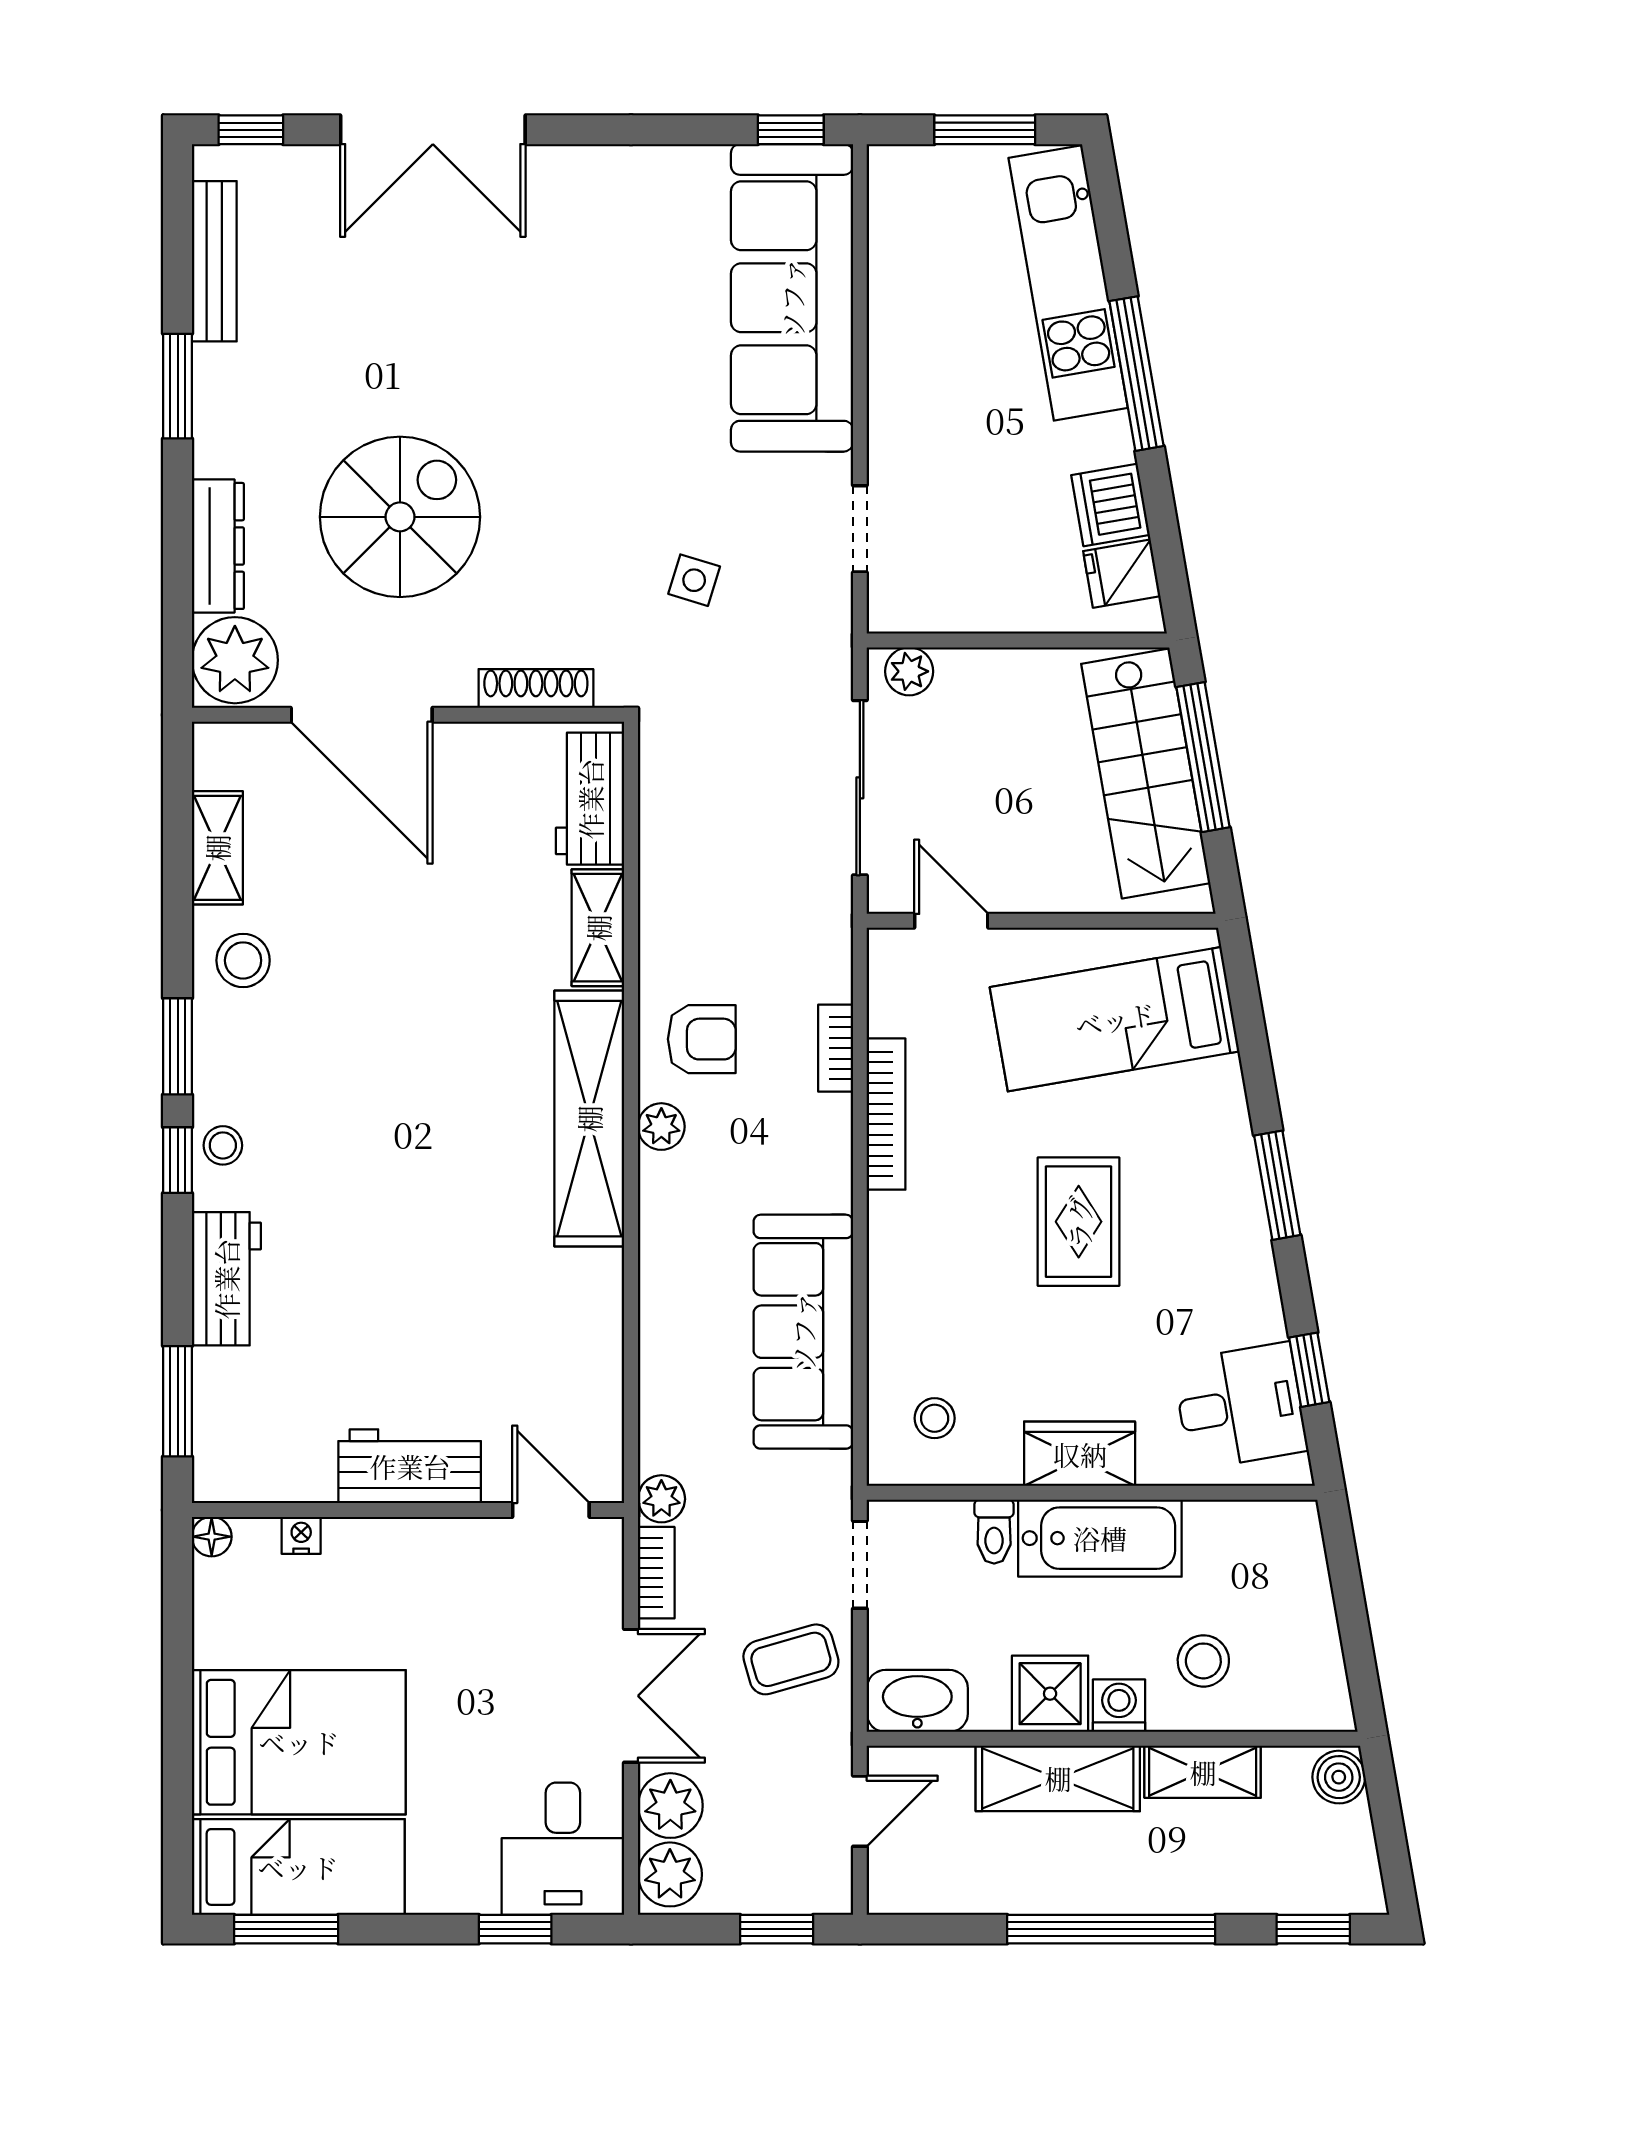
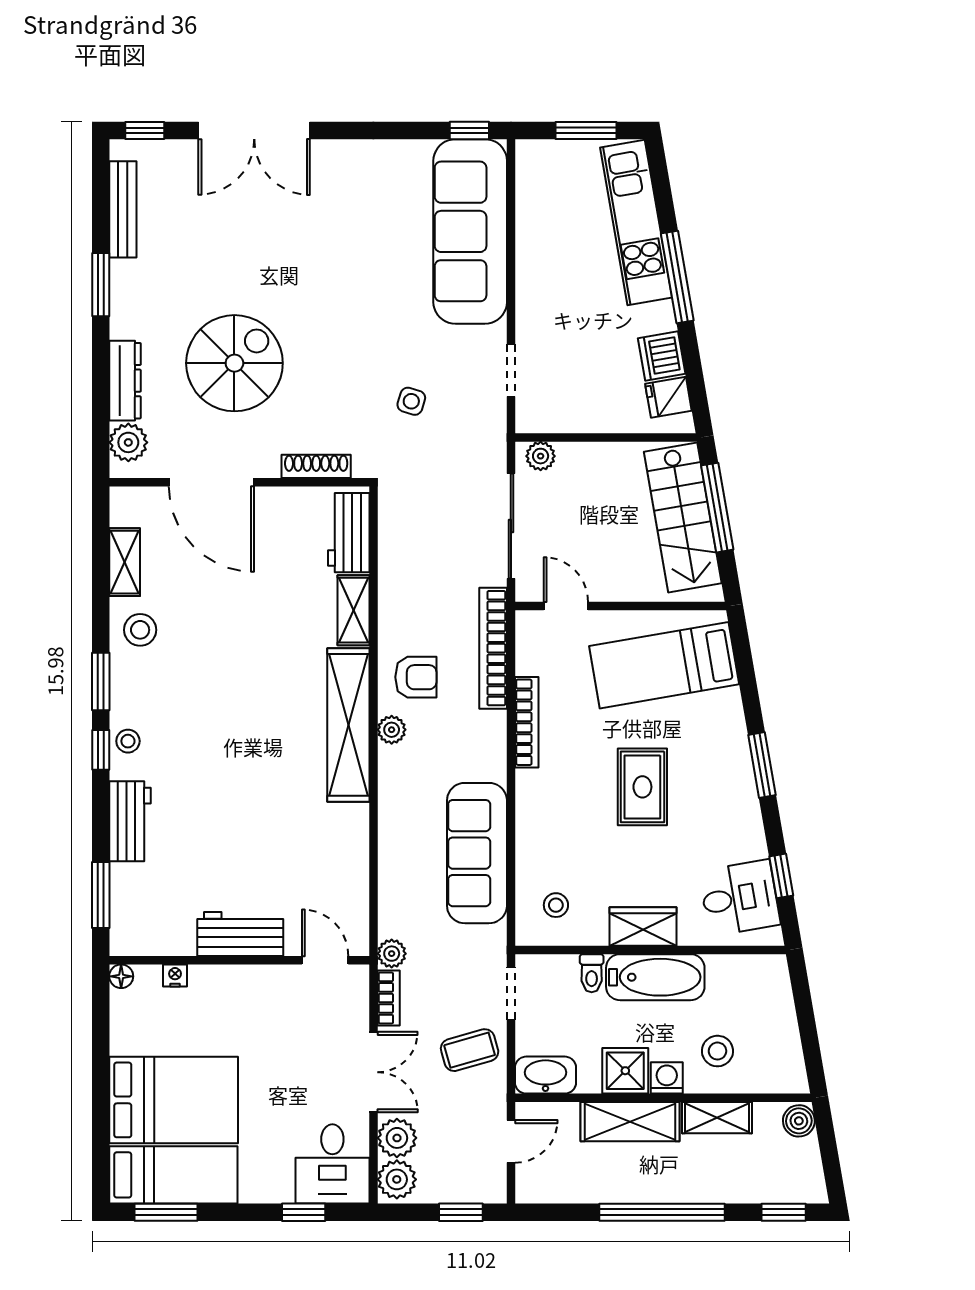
plant: (235, 660) -> (128, 442), width x0.73, depth x0.73
bookcase: (836, 1048) -> (493, 648), width x2.31, depth x1.31

